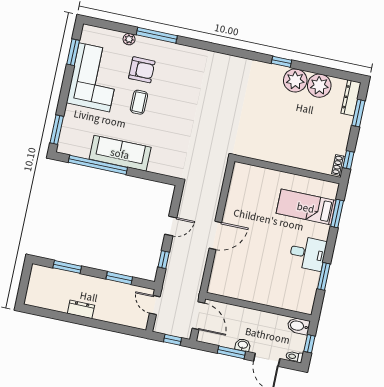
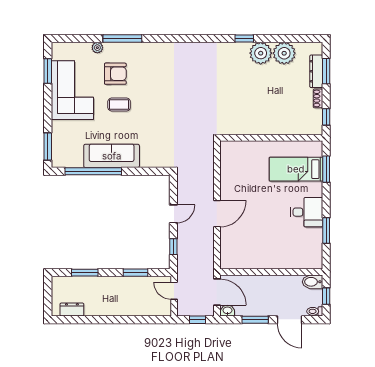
dresser: (351, 98) -> (316, 71), moved
coffee table: (139, 102) -> (119, 105), turned 90
shoe rack: (339, 165) -> (318, 98), moved
dresser: (81, 309) -> (72, 309), moved
washbasin: (243, 345) -> (227, 311), moved

